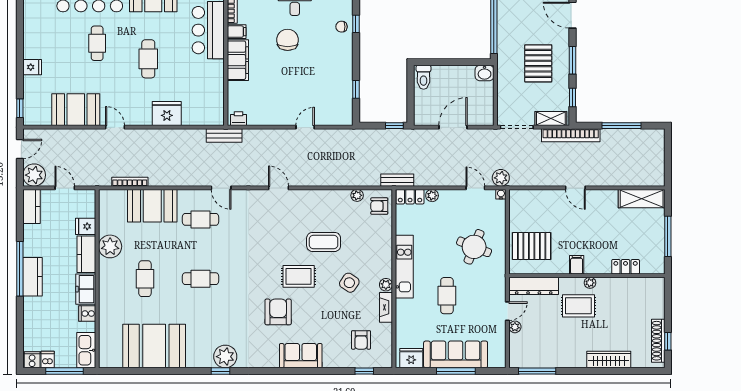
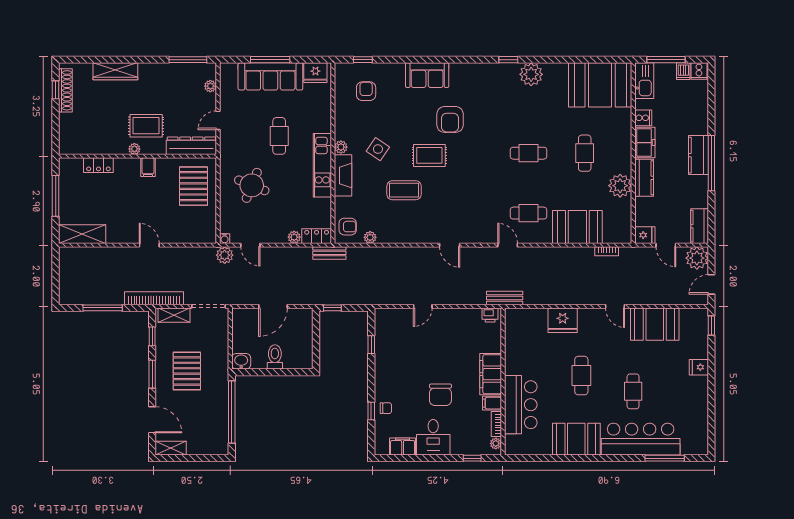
toilet: (424, 77) -> (275, 357), moved
bookcase: (130, 182) -> (607, 251), width x0.64
fridge: (86, 226) -> (645, 235), moved
pallet: (532, 246) -> (194, 186), turned 90
fireplace: (386, 307) -> (343, 175), moved, width x1.37, depth x1.32
plant: (515, 327) -> (210, 86), moved
booth: (154, 346) -> (600, 85), moved
plant: (225, 357) -> (531, 74), moved

